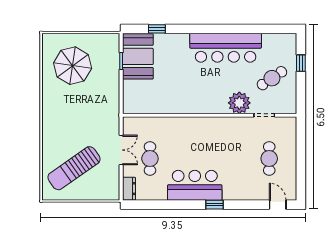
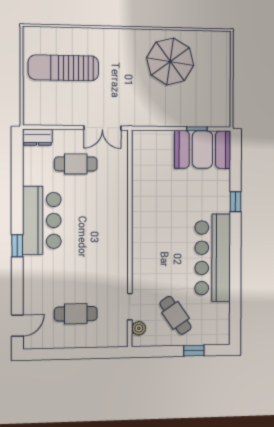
window: (157, 29) -> (236, 202), moved
parasol: (73, 66) -> (170, 61), moved
plant: (239, 103) -> (139, 328), moved, width x0.53, depth x0.53
double door: (121, 150) -> (102, 128), moved
sun lounger: (74, 168) -> (63, 68), turned -55

